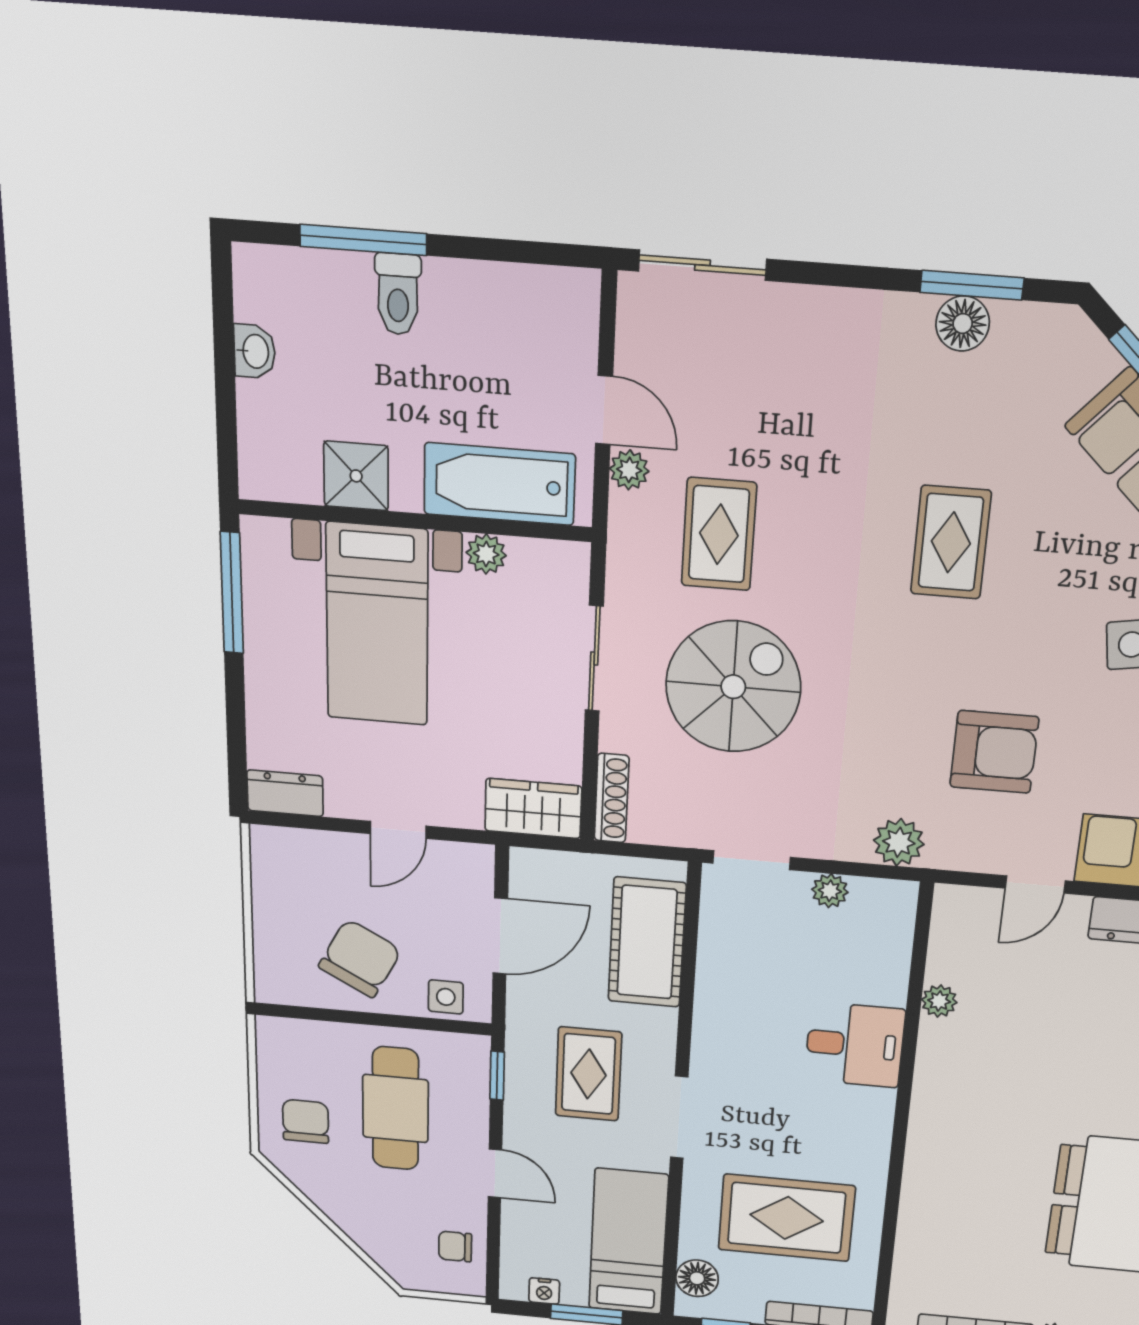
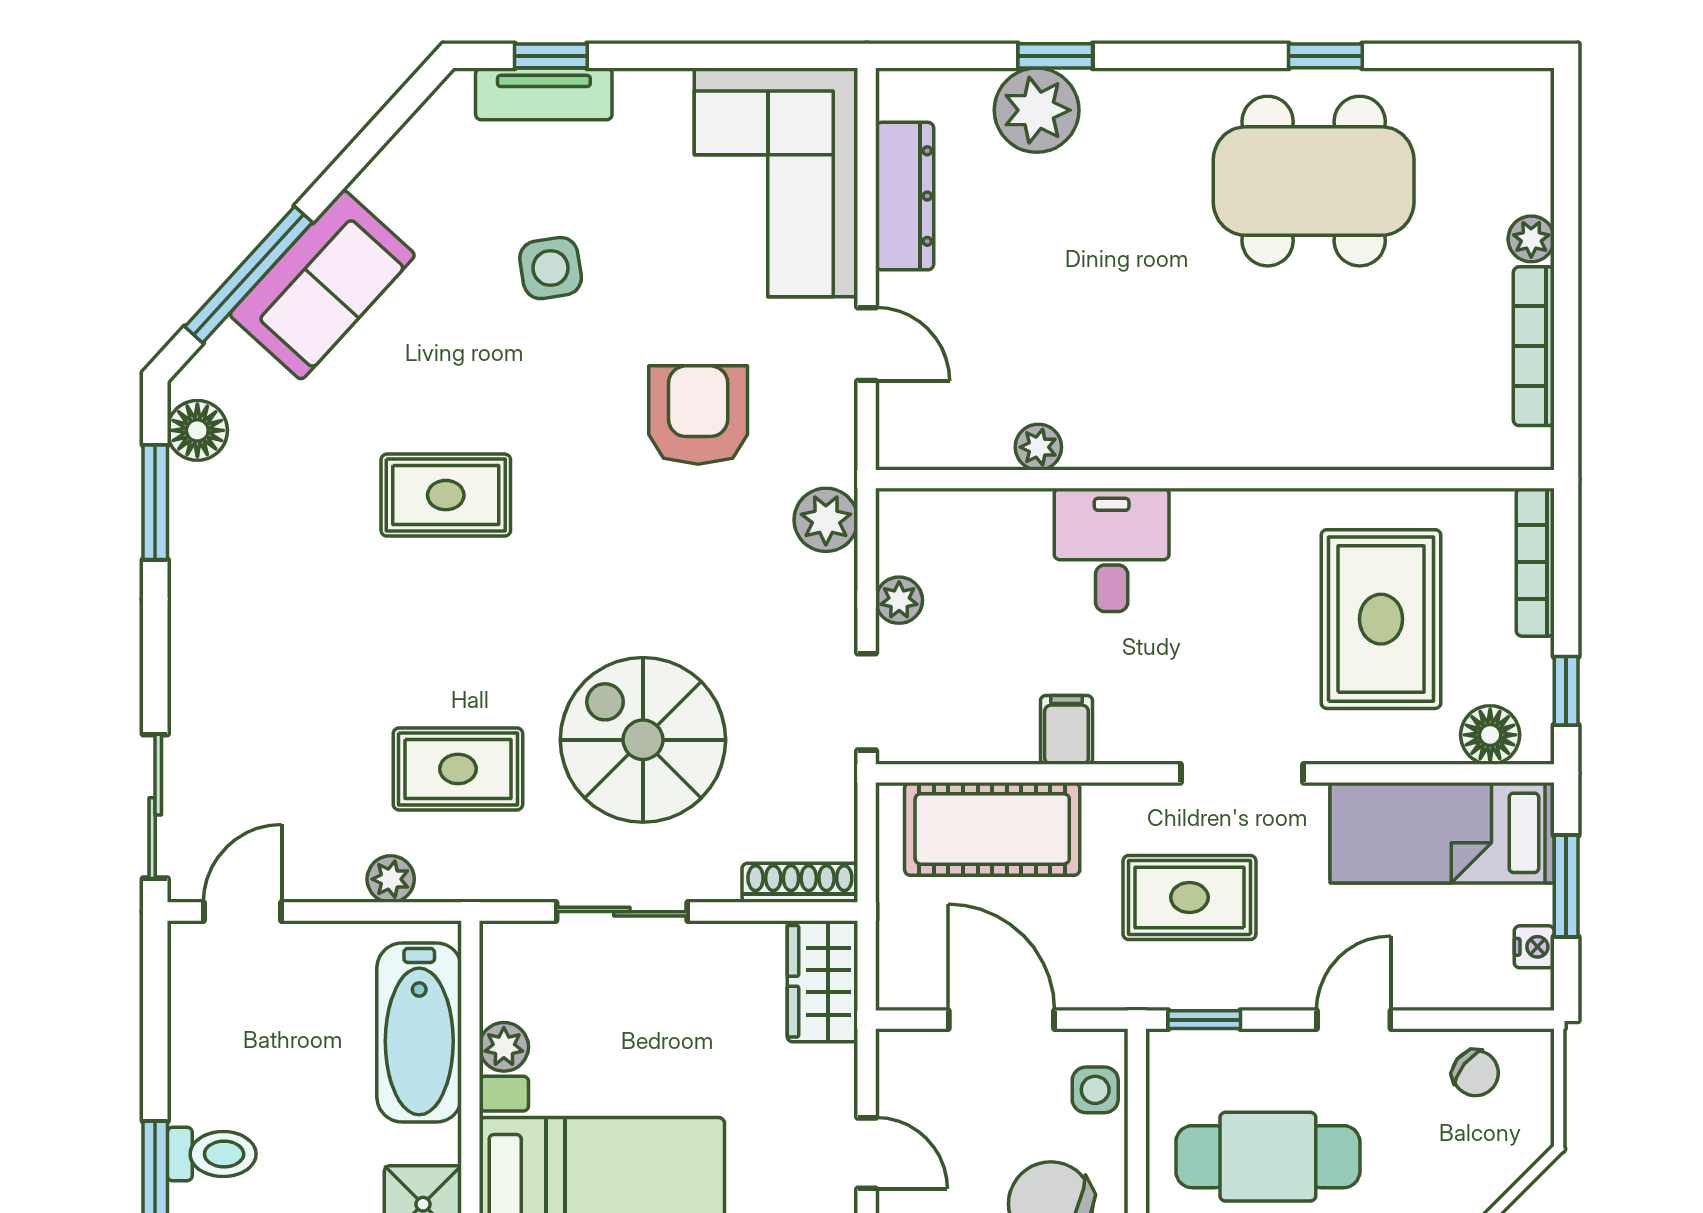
floor lamp: (963, 323) -> (197, 430), moved
door: (604, 410) -> (242, 912), moved
filing cabinet: (720, 1001) -> (1066, 730), added
chair: (455, 1246) -> (1475, 1073), turned -51

